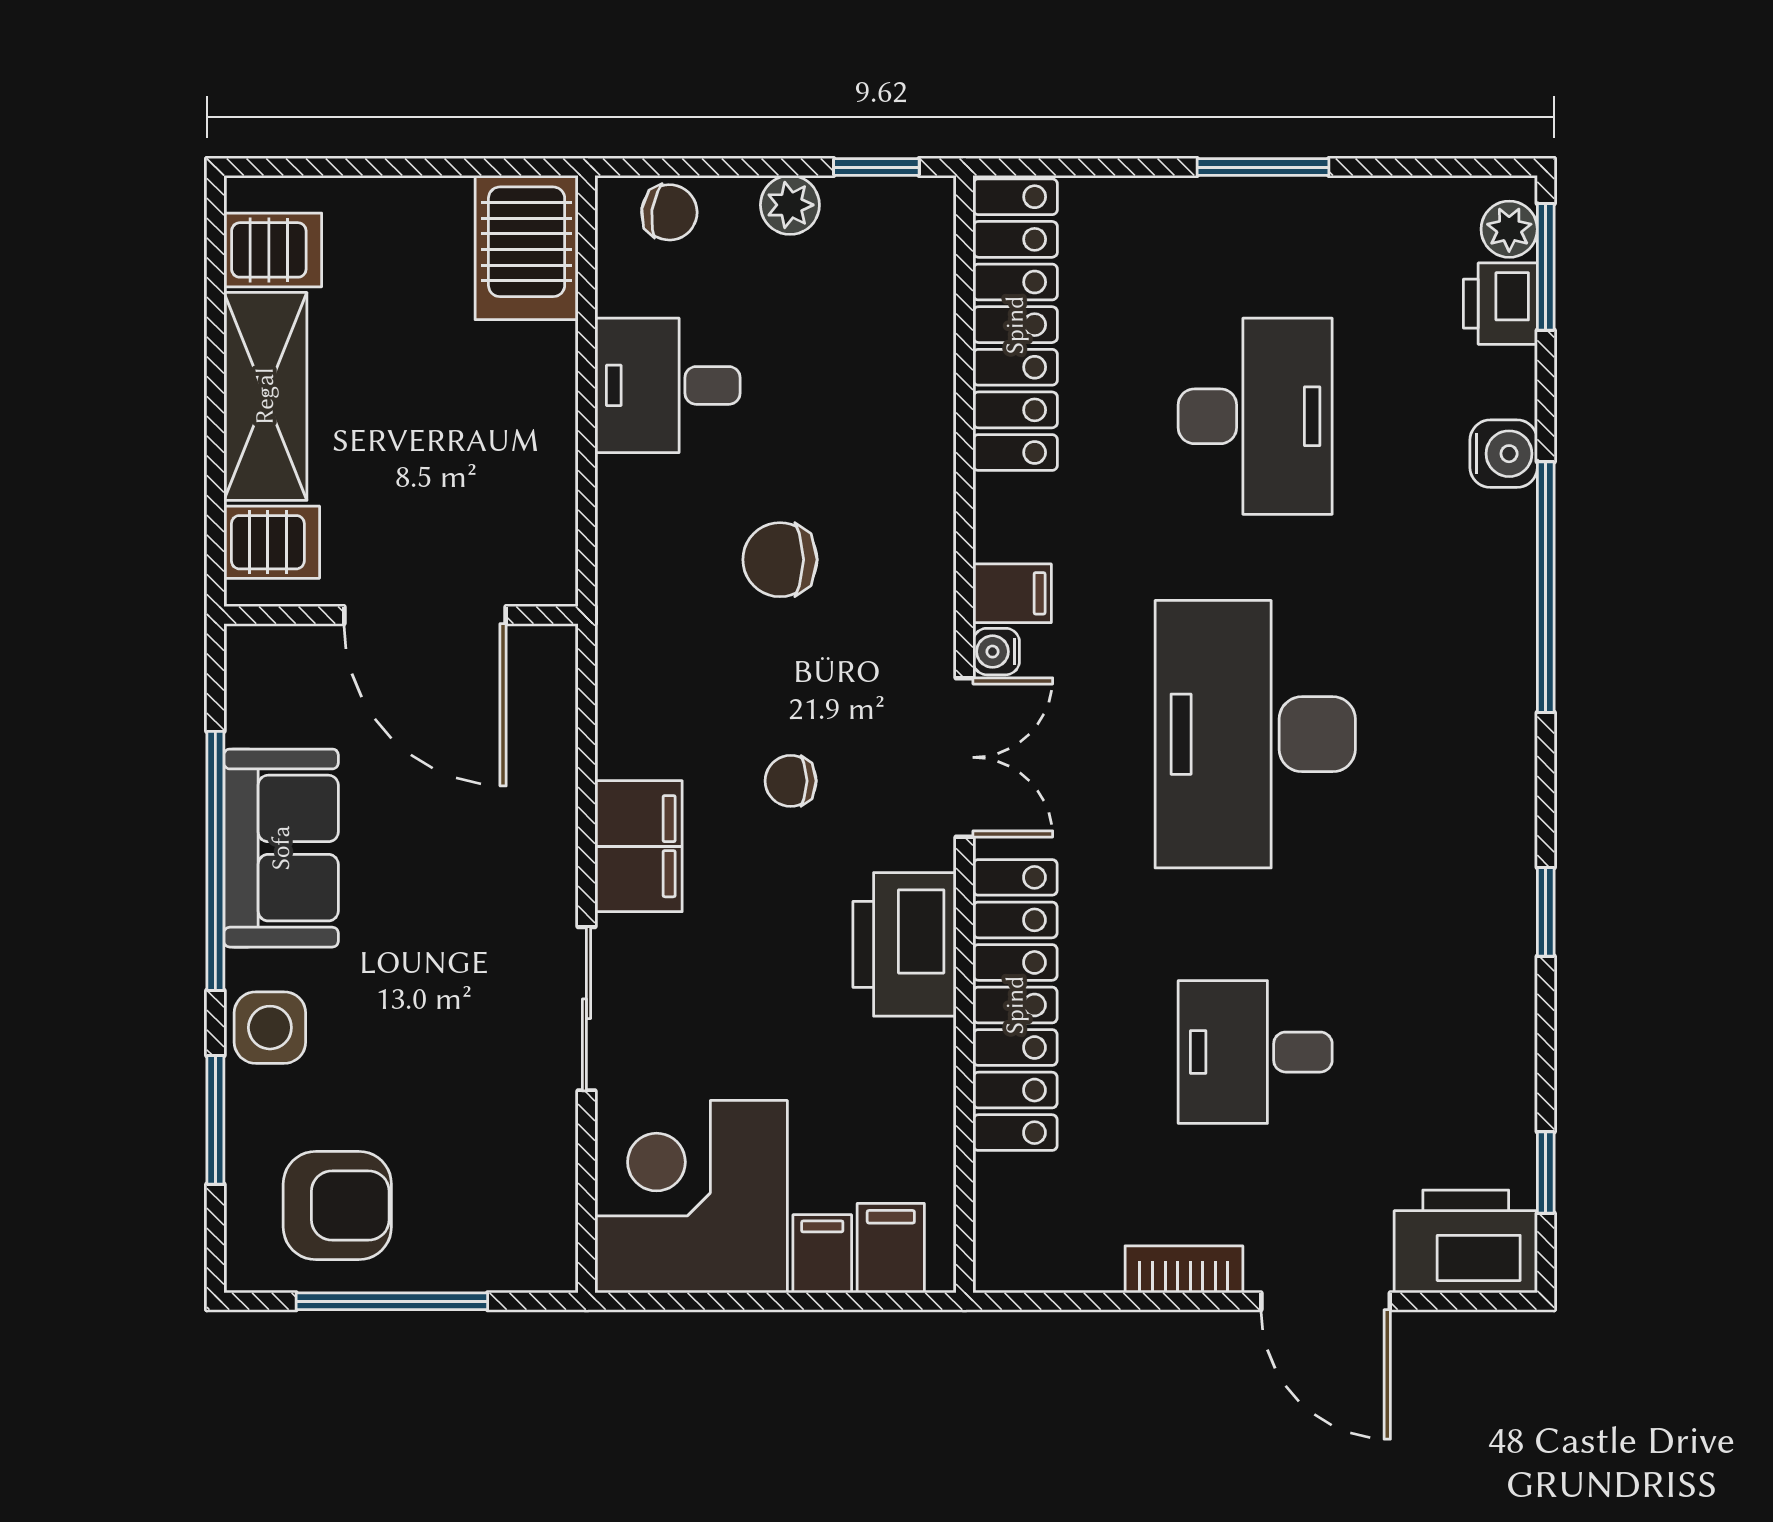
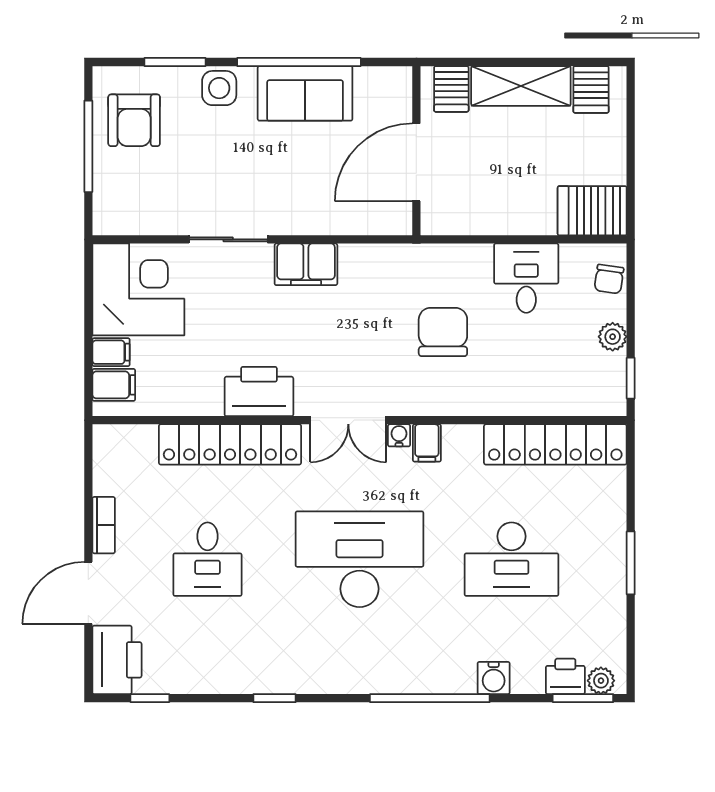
chair: (780, 560) -> (443, 332), width x1.37, depth x1.37
chair: (791, 781) -> (337, 337), removed
desk: (1255, 1052) -> (208, 559), turned 180

